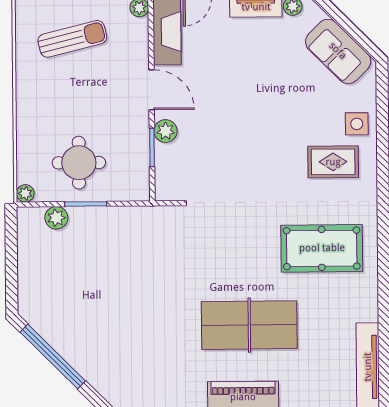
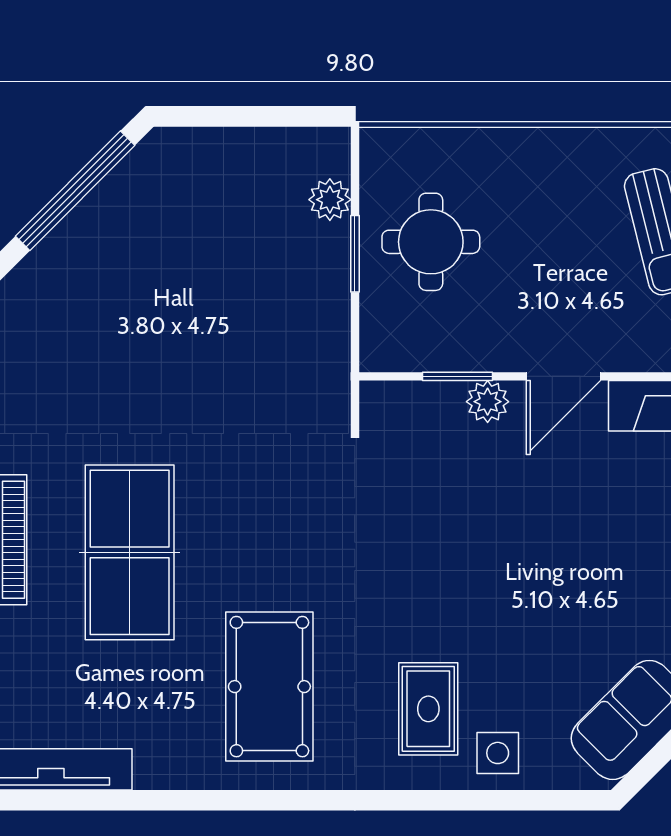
plant: (25, 193) -> (375, 143), removed

